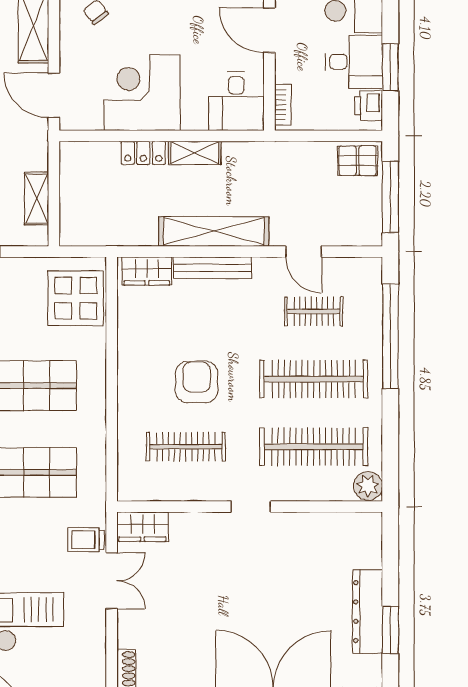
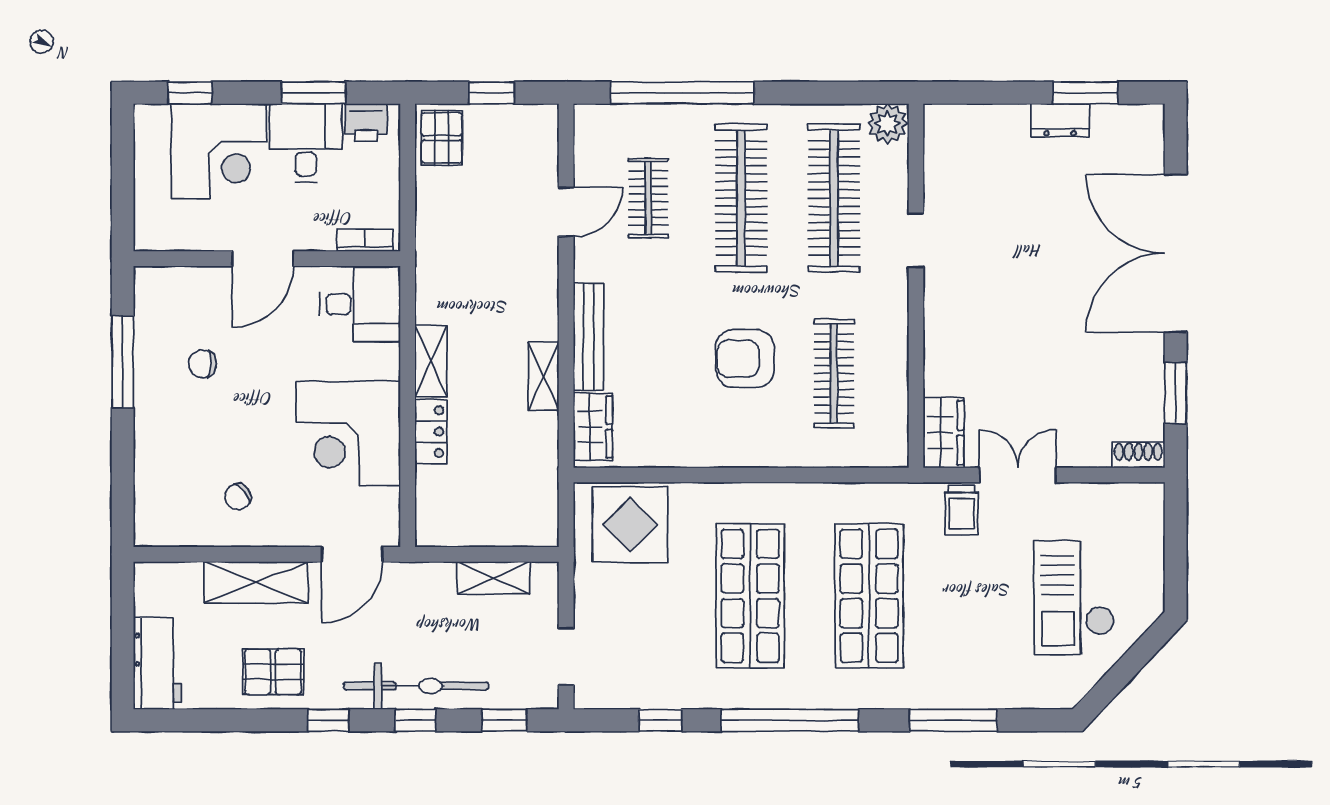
window: (390, 197) -> (492, 93), width x0.46
shelving: (214, 231) -> (544, 376), width x0.45, depth x0.75
doorway: (251, 507) -> (916, 240), moved
dresser: (367, 612) -> (1060, 120), width x0.51, depth x0.80

